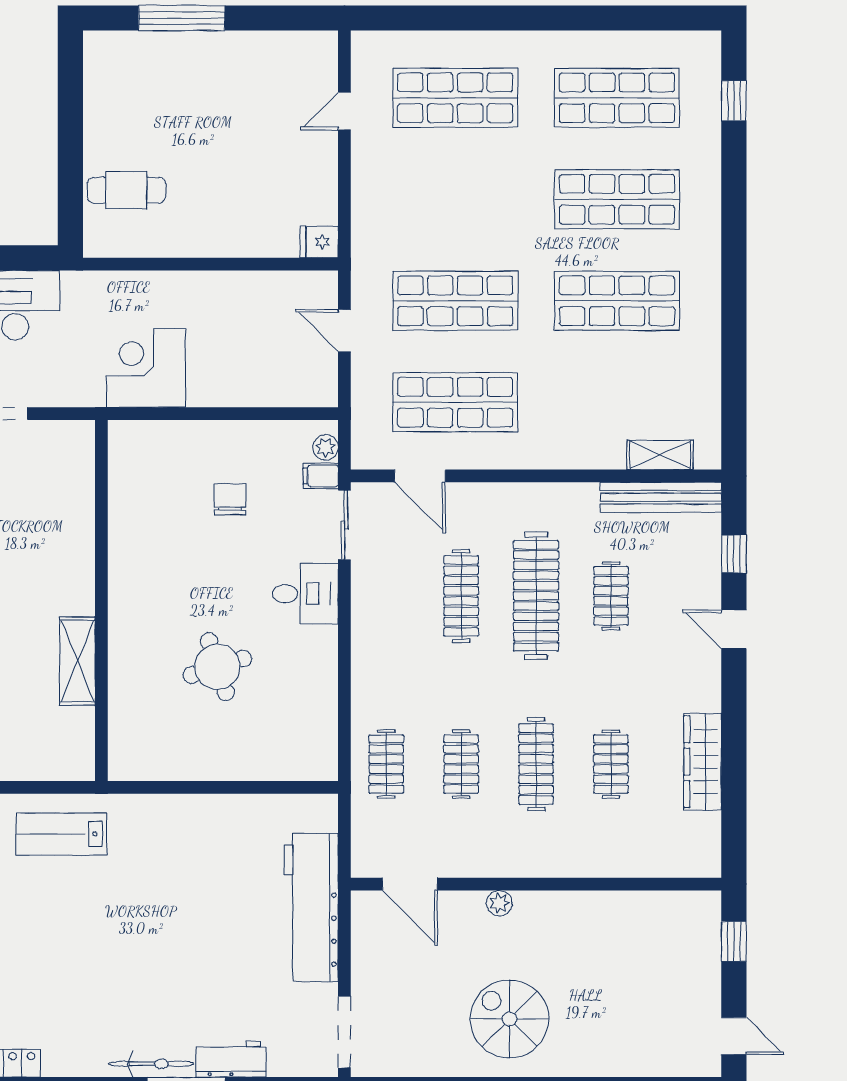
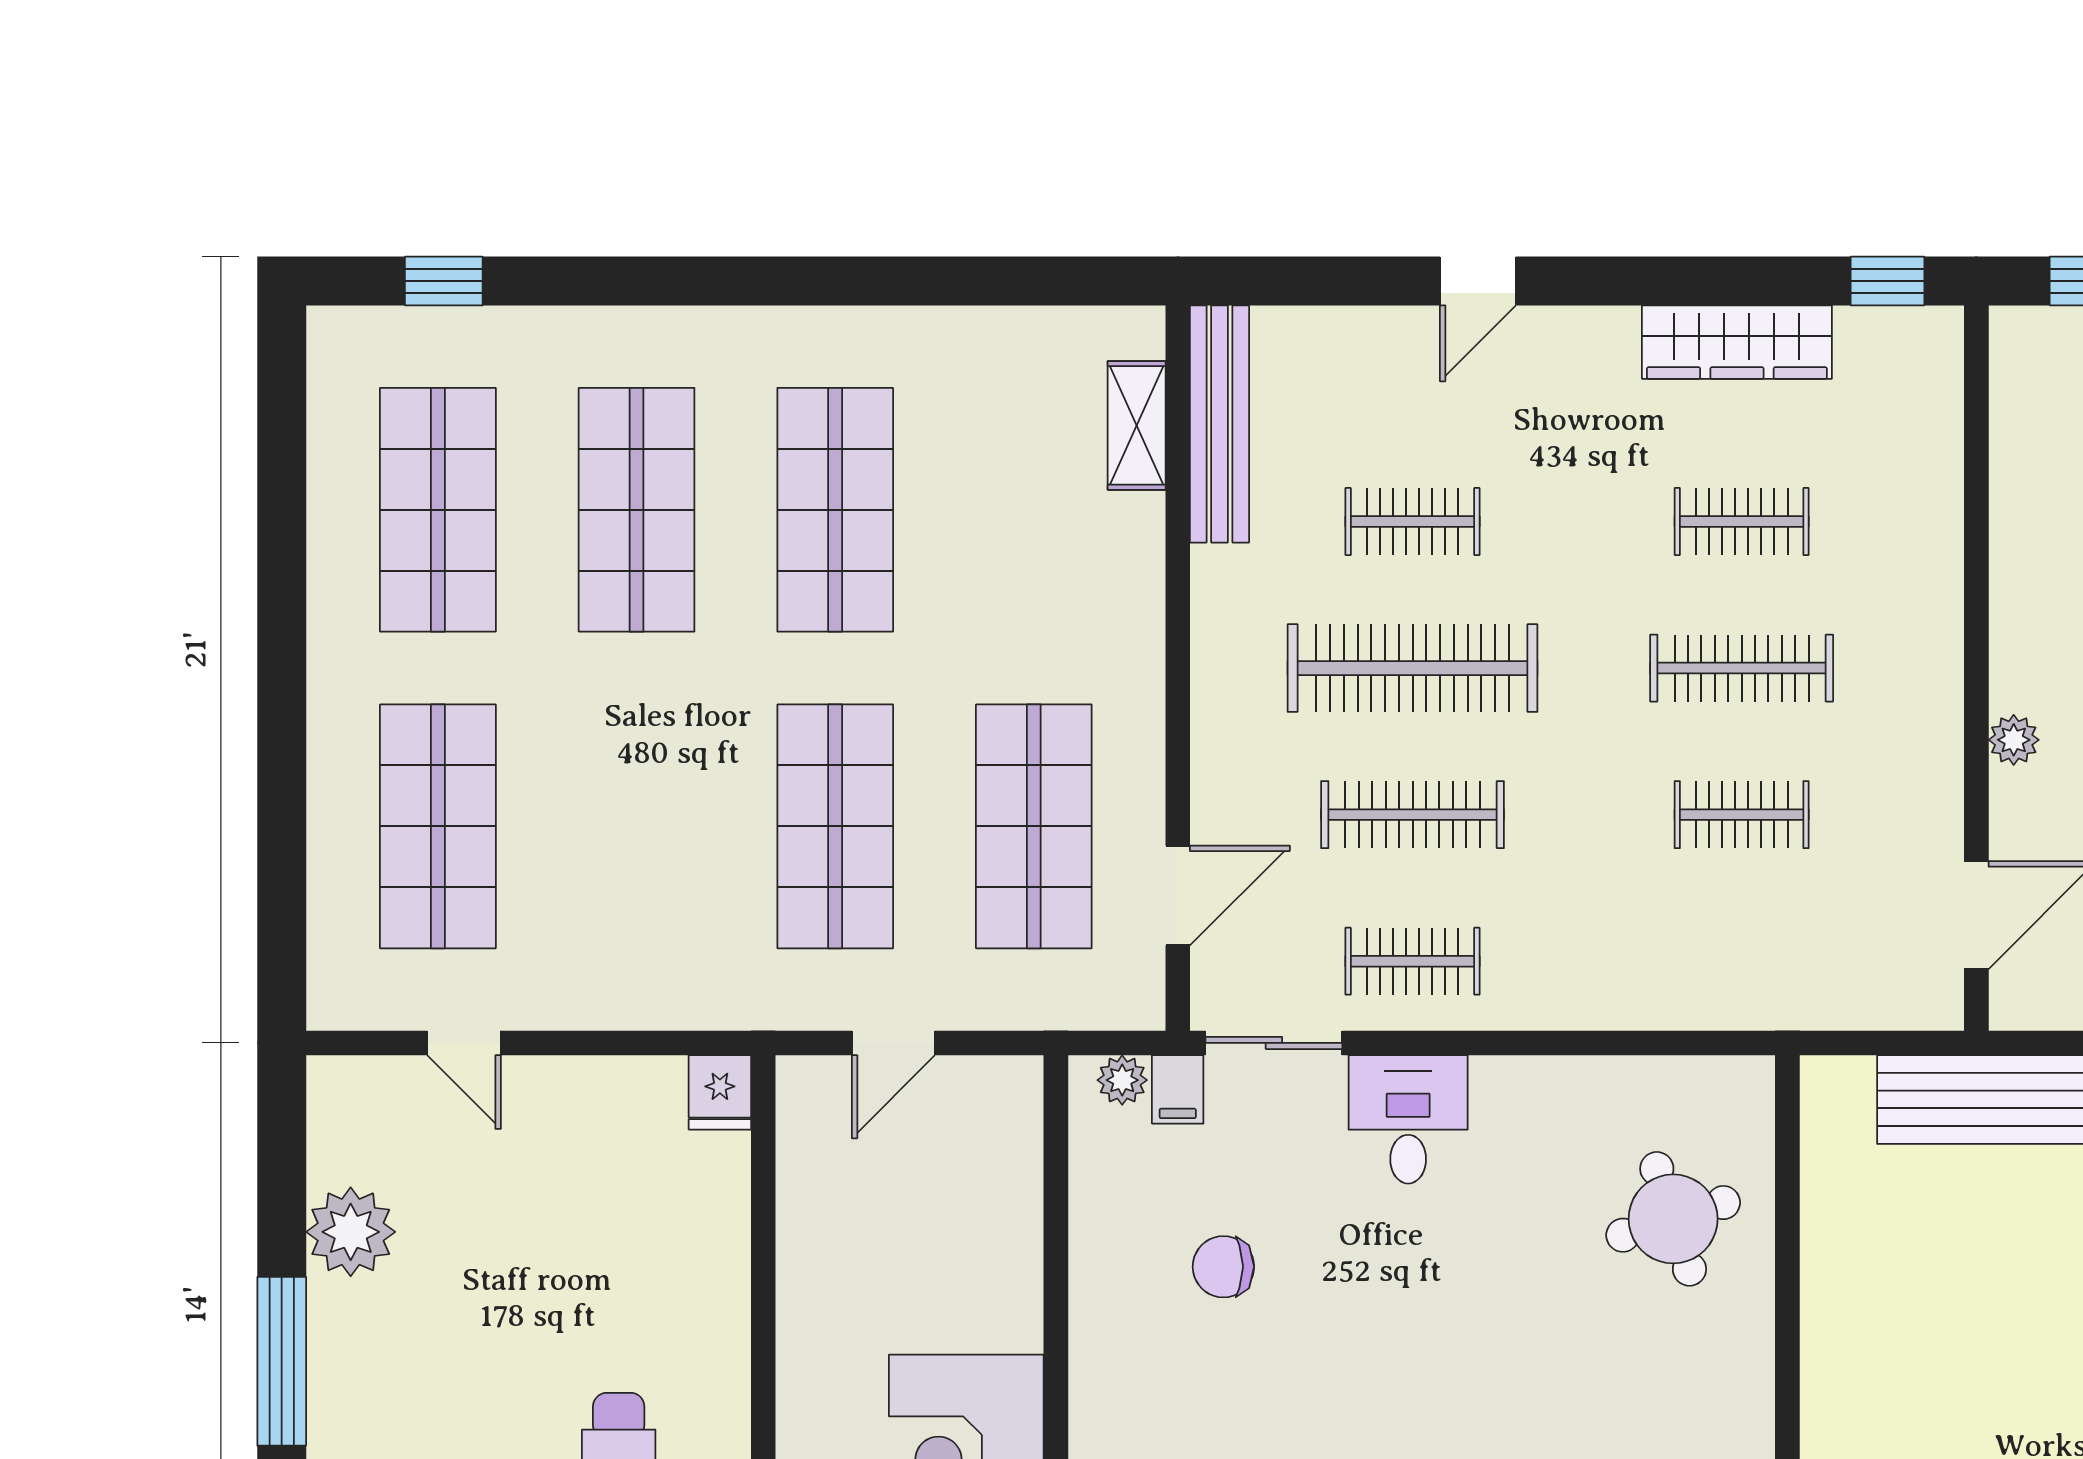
plant: (248, 53) -> (351, 1232), added
window: (734, 554) -> (1887, 281), moved
round table: (217, 667) -> (1673, 1219), moved
clothes rail: (386, 764) -> (1413, 961), moved

